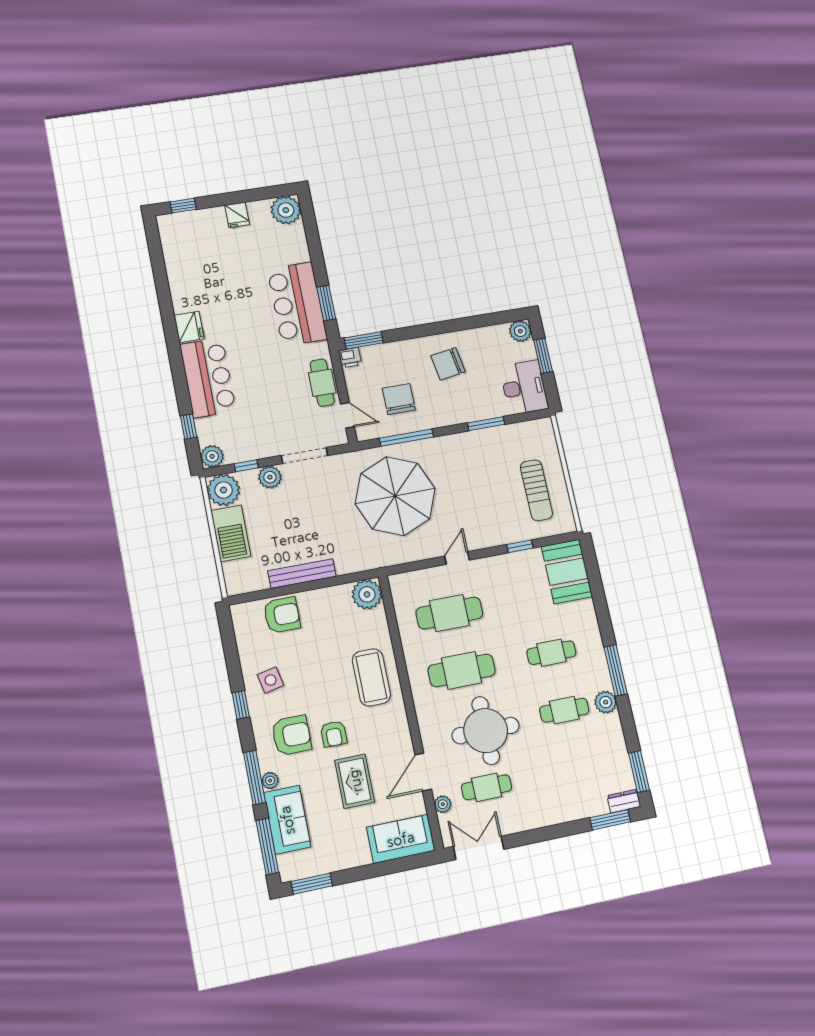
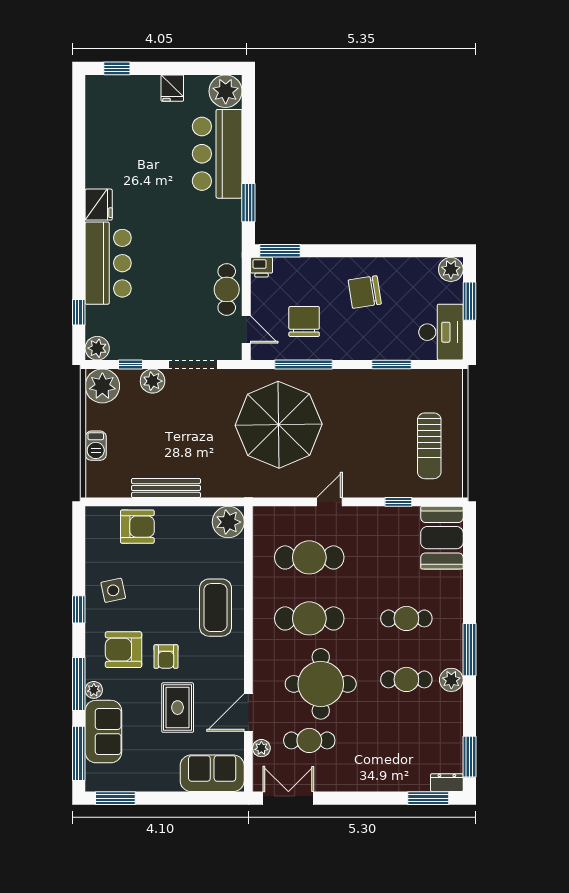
bar counter: (297, 304) -> (217, 154), moved
barbecue: (231, 533) -> (96, 446), width x0.53, depth x0.65
armchair: (291, 735) -> (124, 650), turned 180

